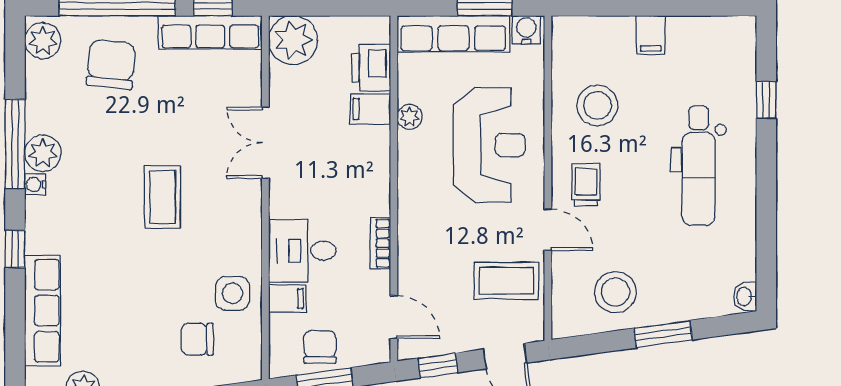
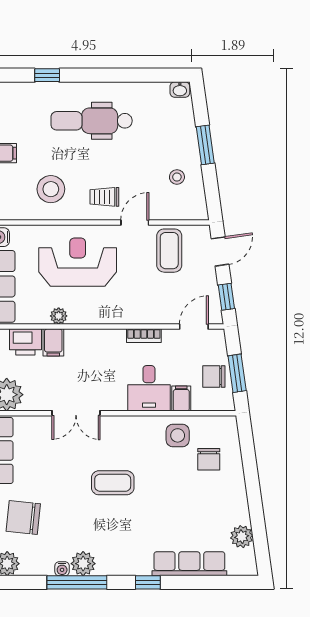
dental chair: (699, 166) -> (92, 121), turned 180
water cooler: (35, 184) -> (62, 569), moved
stool: (615, 292) -> (177, 177), width x0.53, depth x0.53

